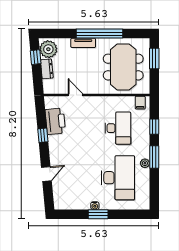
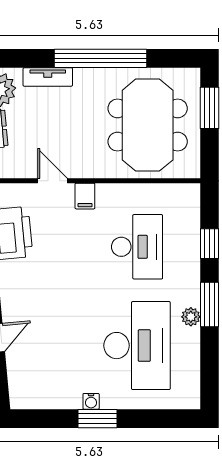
tv unit: (83, 43) -> (48, 77), moved
filing cabinet: (140, 103) -> (85, 196), moved

